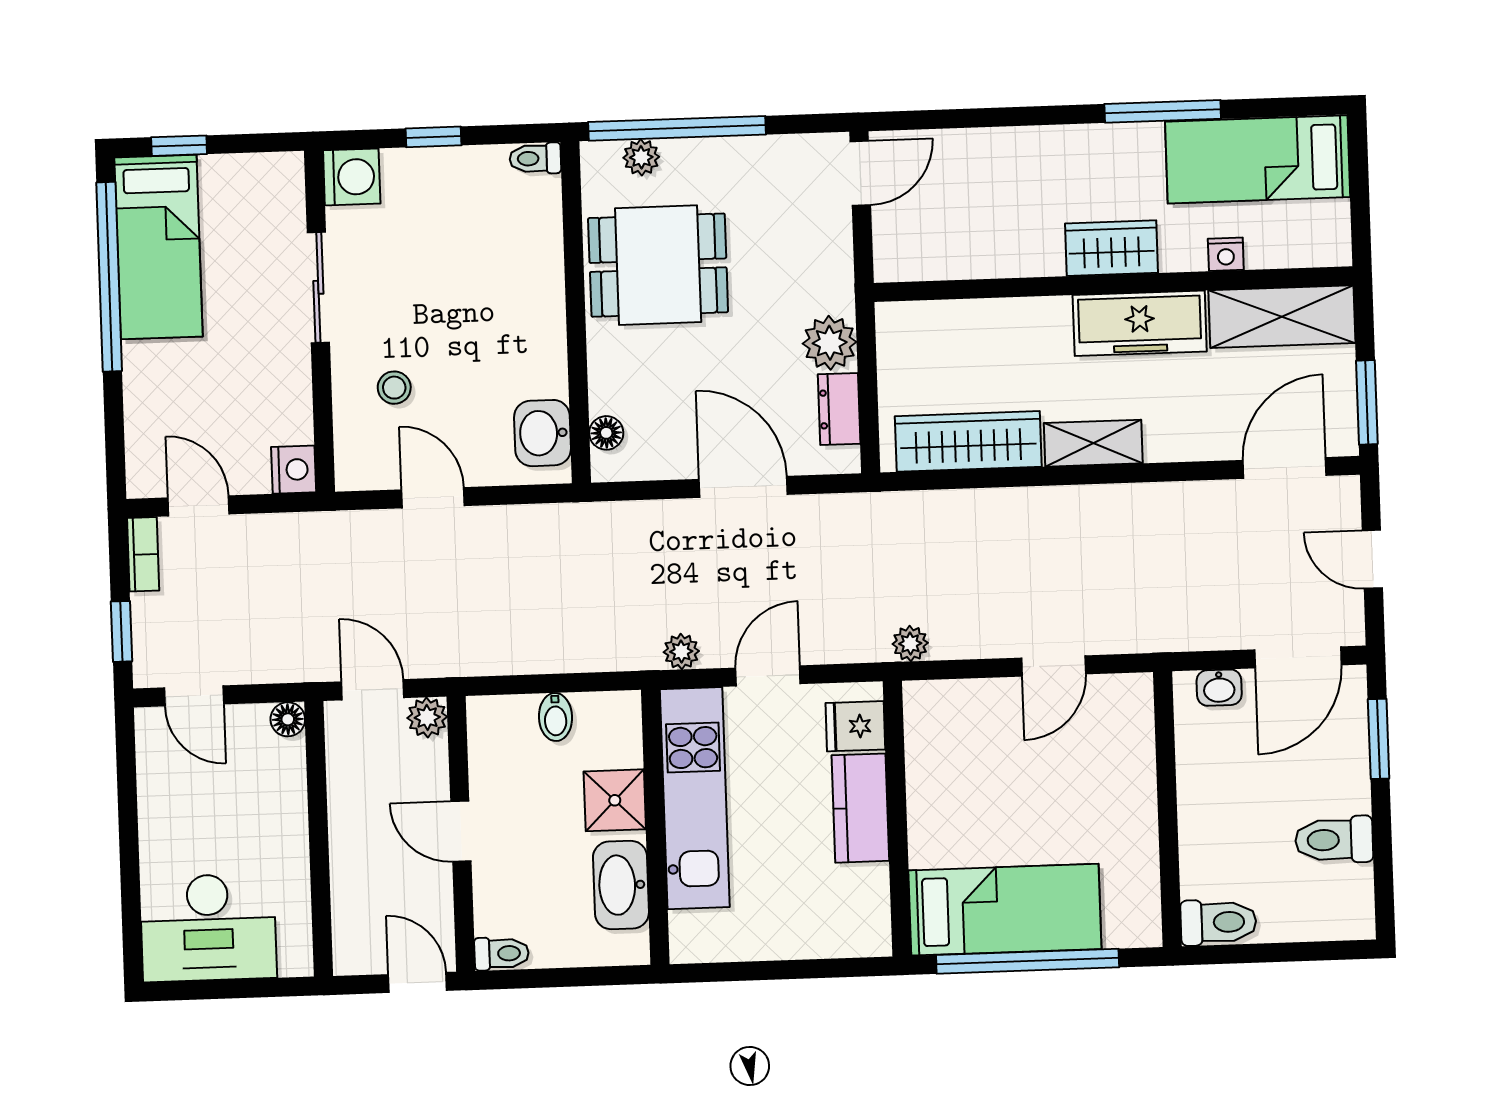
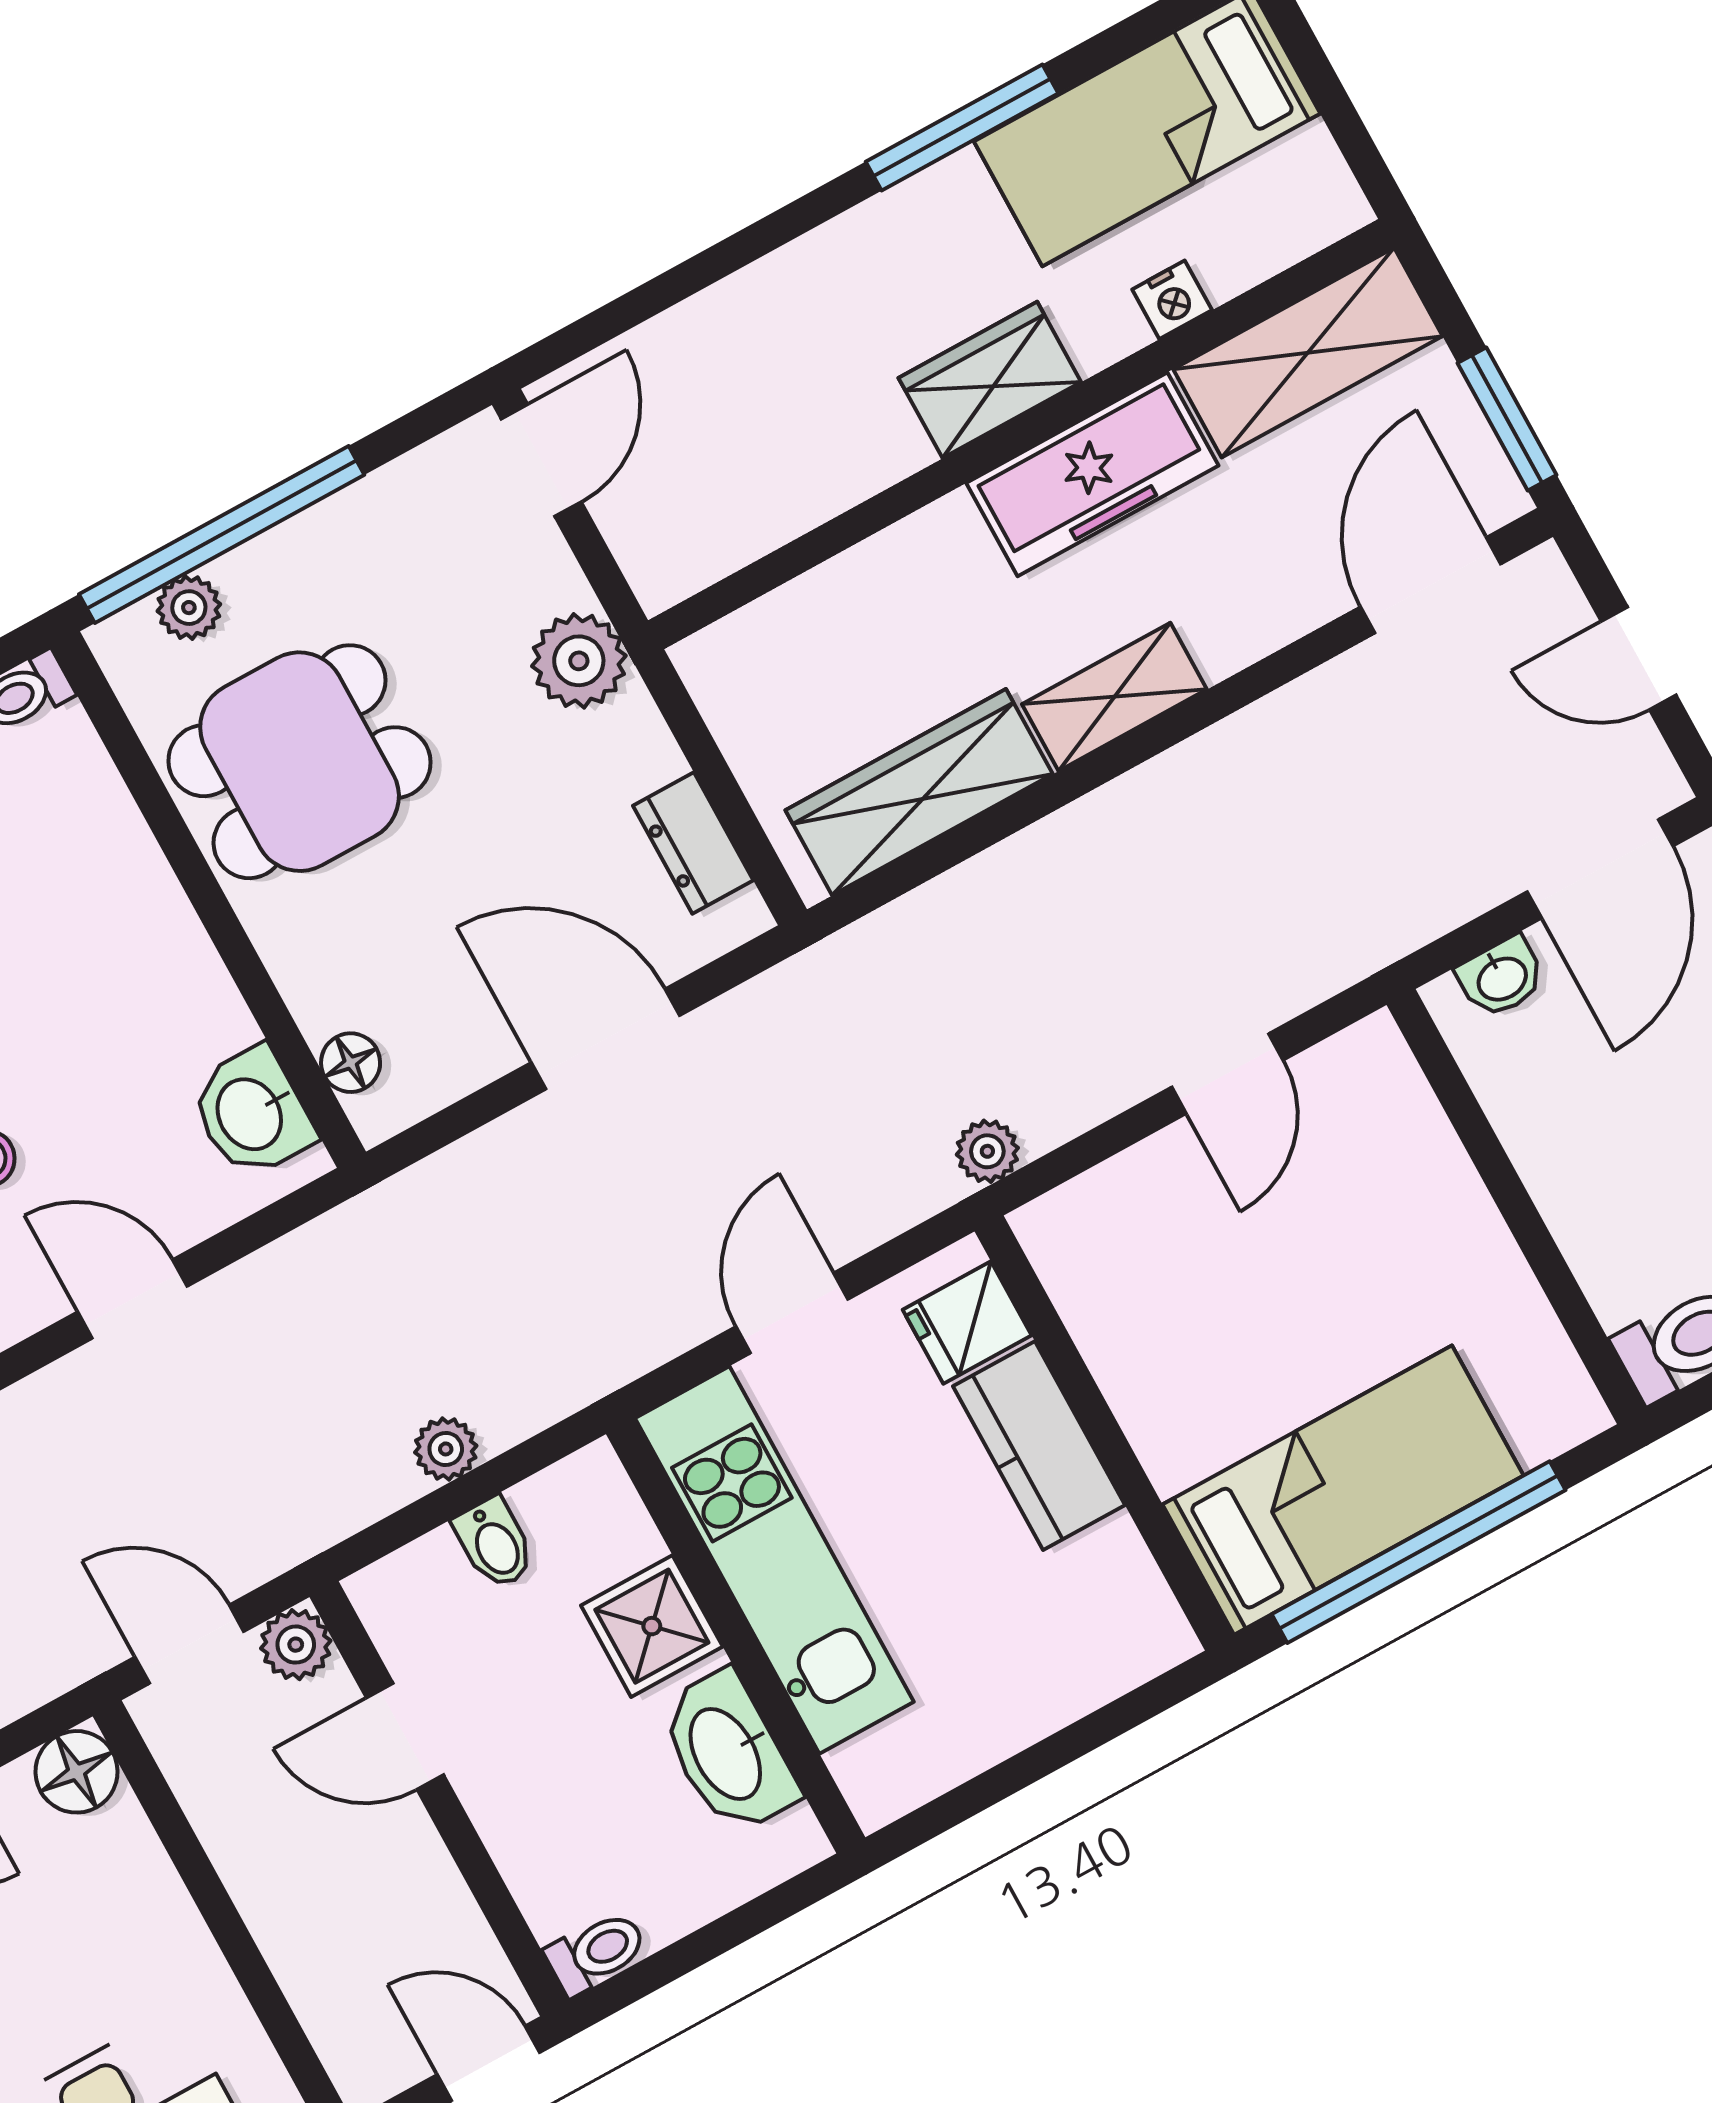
plant: (830, 343) -> (579, 661), moved
plant: (681, 652) -> (446, 1449), moved
floor lamp: (288, 719) -> (77, 1772), width x1.37, depth x1.37
door: (461, 831) -> (405, 1736), moved

